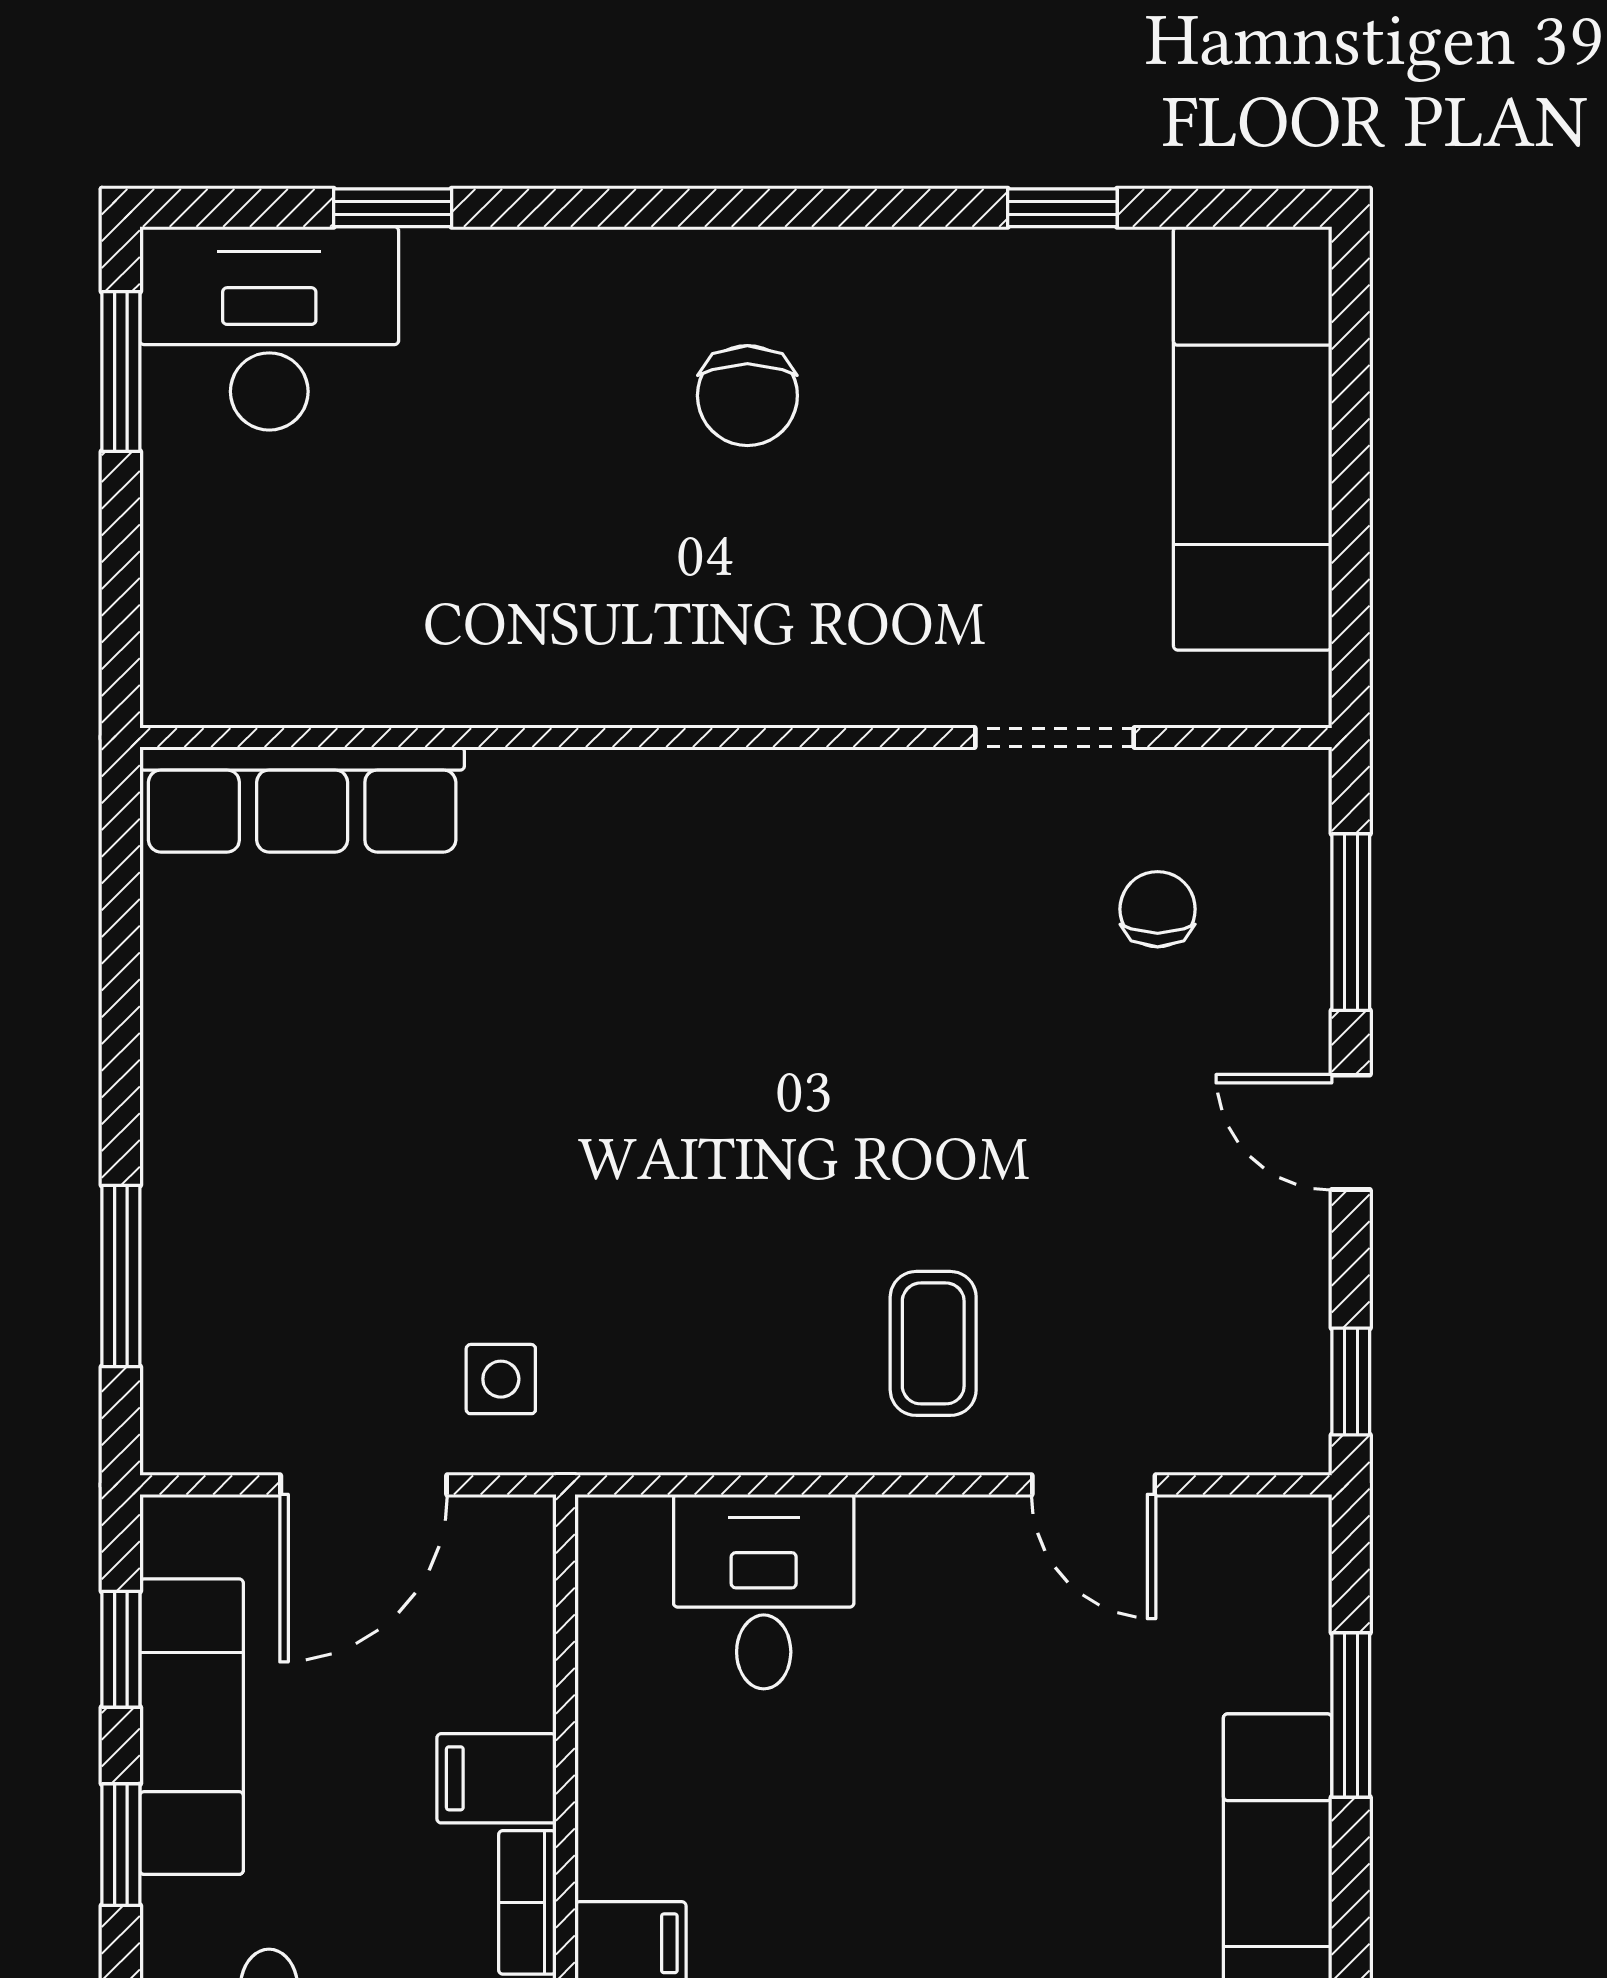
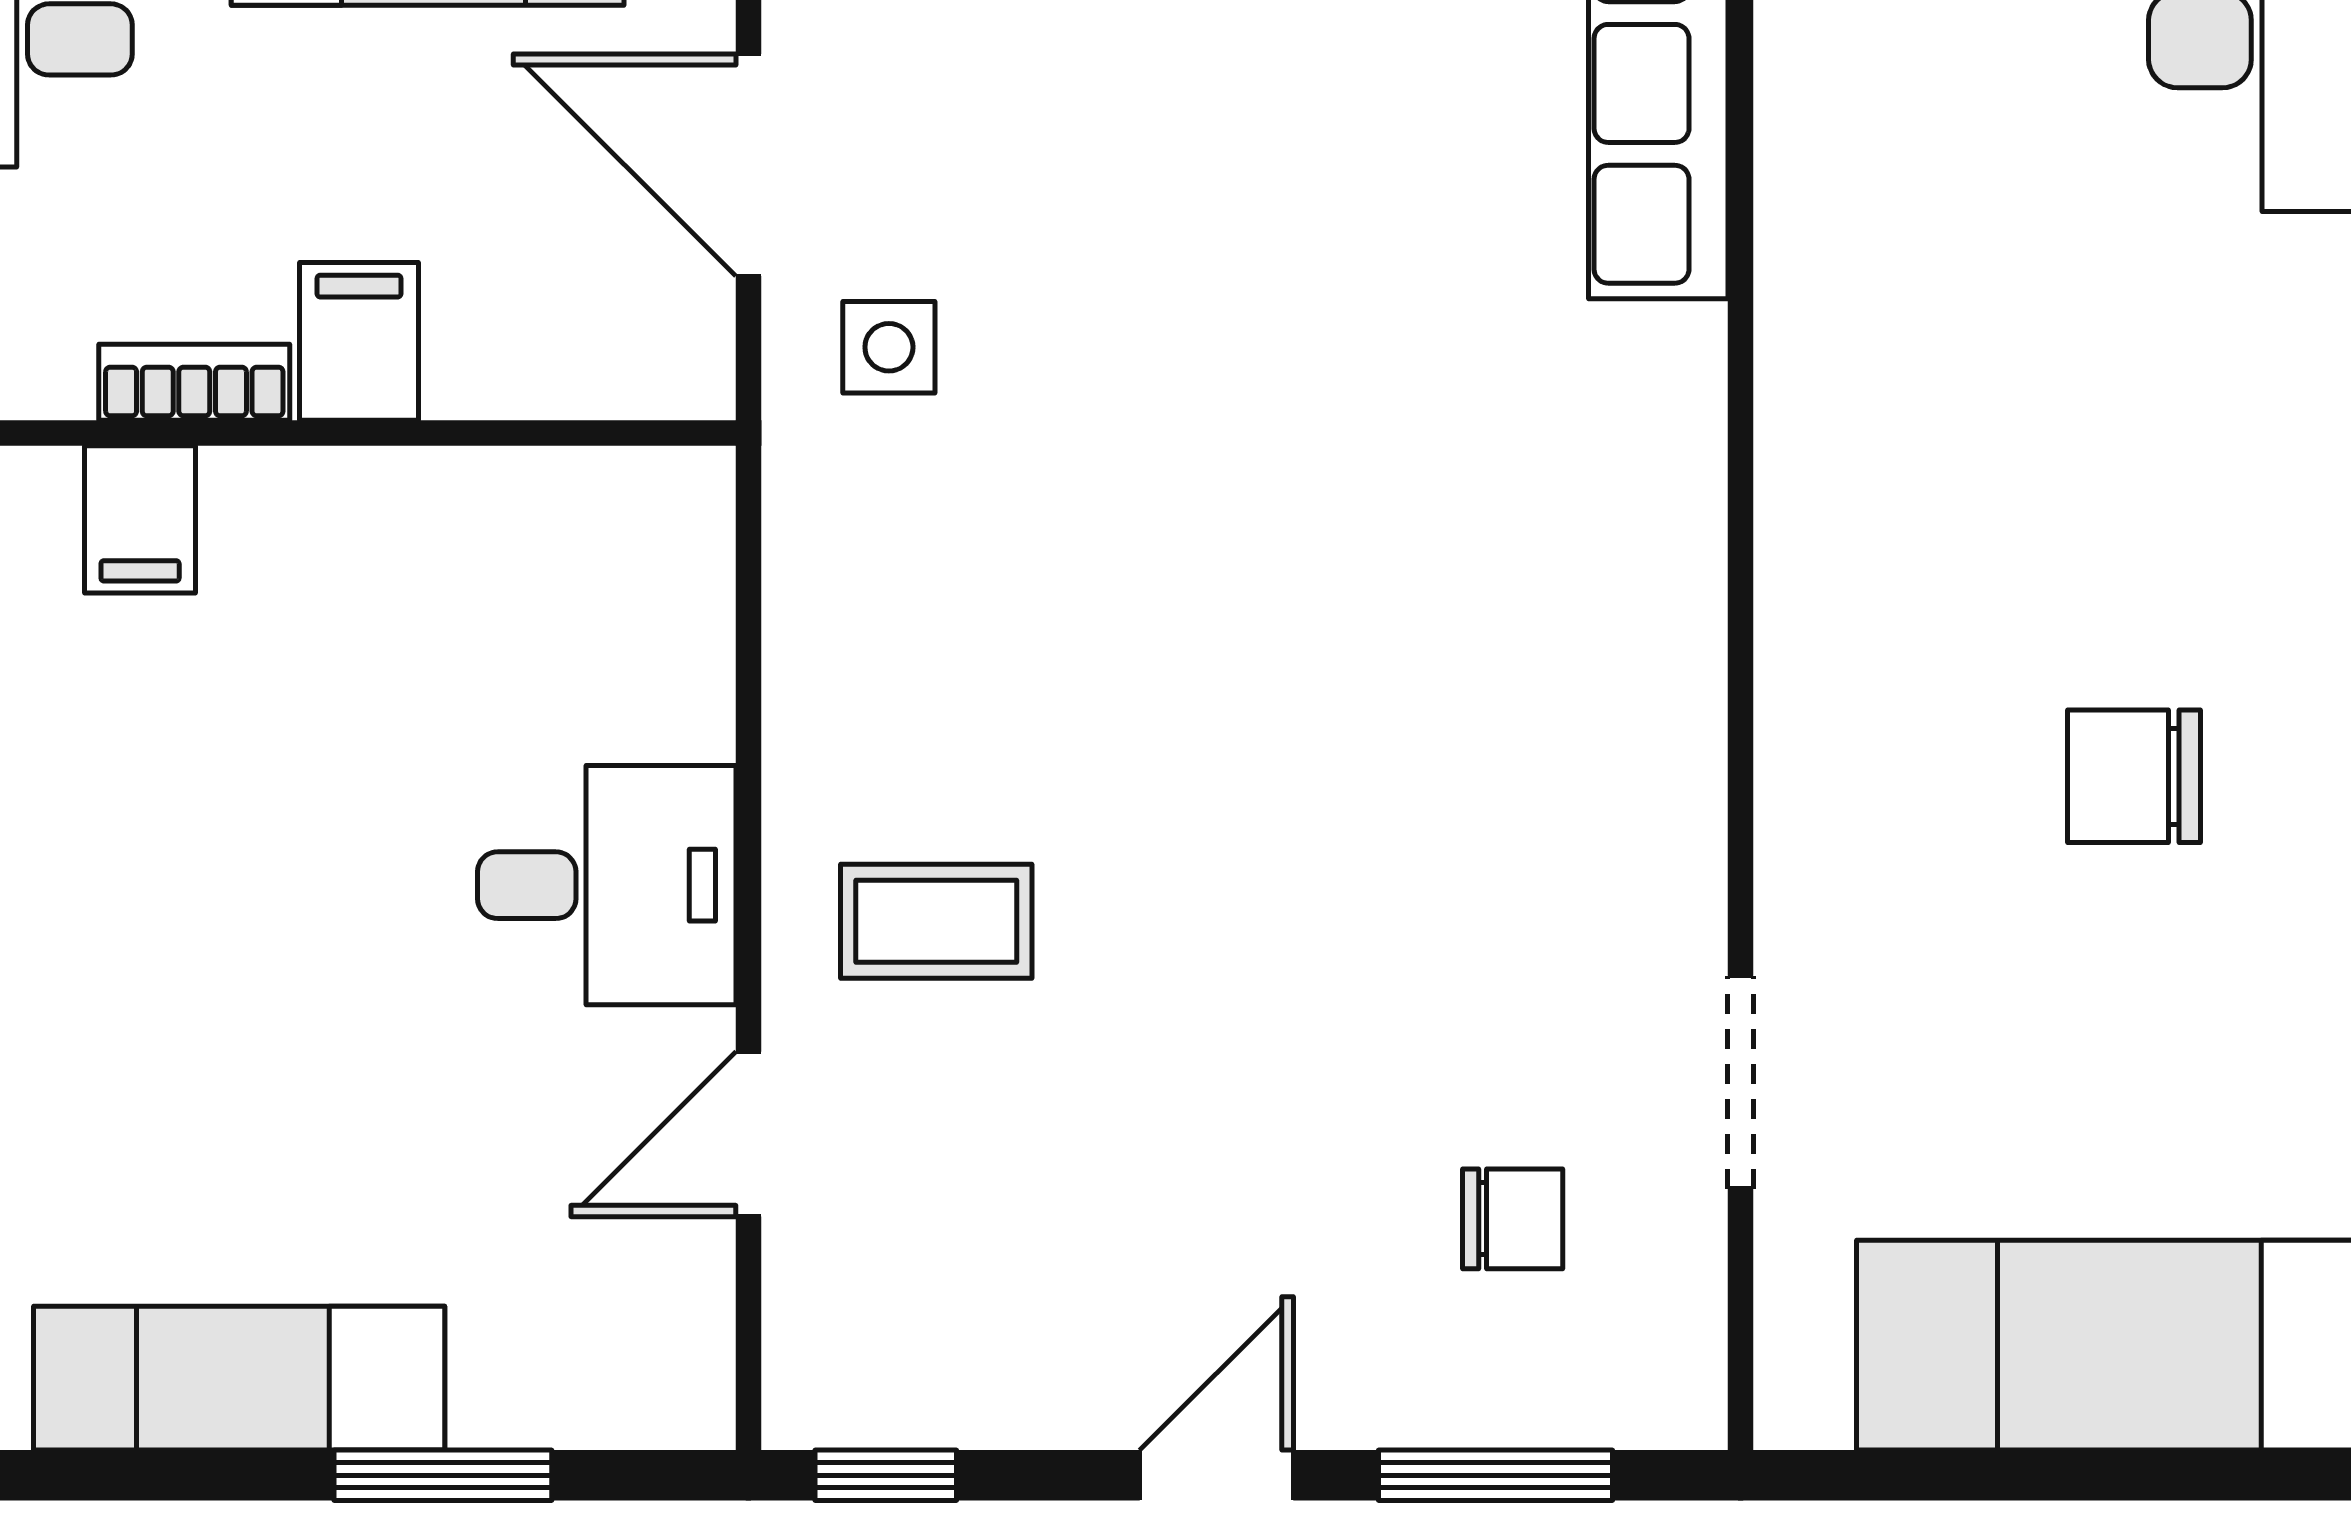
chair: (747, 396) -> (2134, 776), moved
desk: (764, 1592) -> (607, 885), moved

